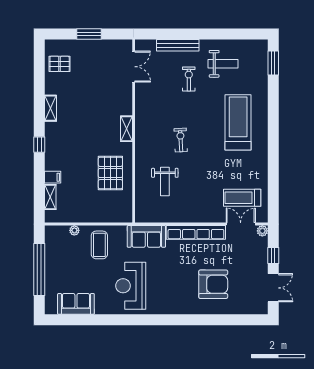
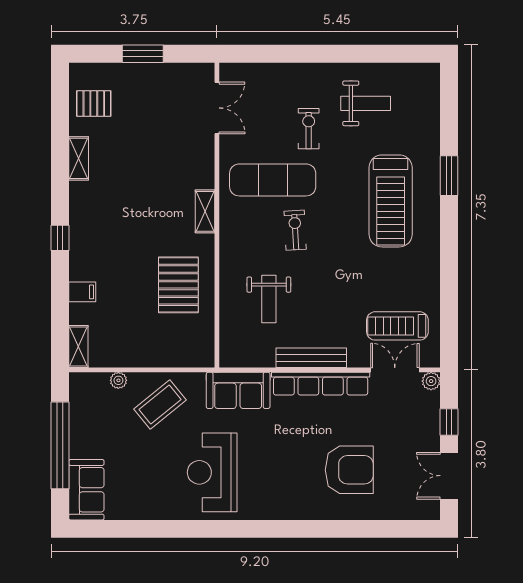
bench: (178, 45) -> (311, 358), moved
window: (273, 63) -> (449, 176), moved
shelving: (50, 108) -> (79, 158), moved
exercise mat: (167, 110) -> (273, 180), added
treadmill: (238, 122) -> (391, 201), turned 180
shelving: (50, 197) -> (78, 347), moved
coffee table: (99, 245) -> (160, 404), turned 51
double door: (273, 288) -> (449, 476), swing flipped
sofa: (76, 304) -> (86, 490), moved, turned 90

